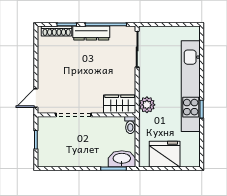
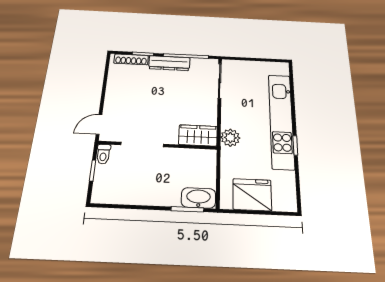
toilet: (130, 125) -> (103, 154), moved

